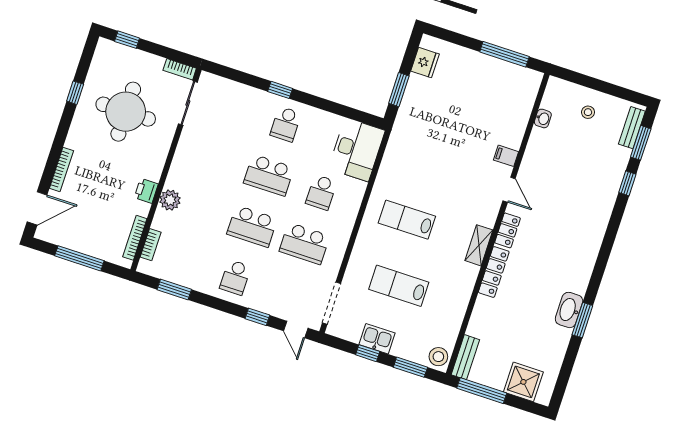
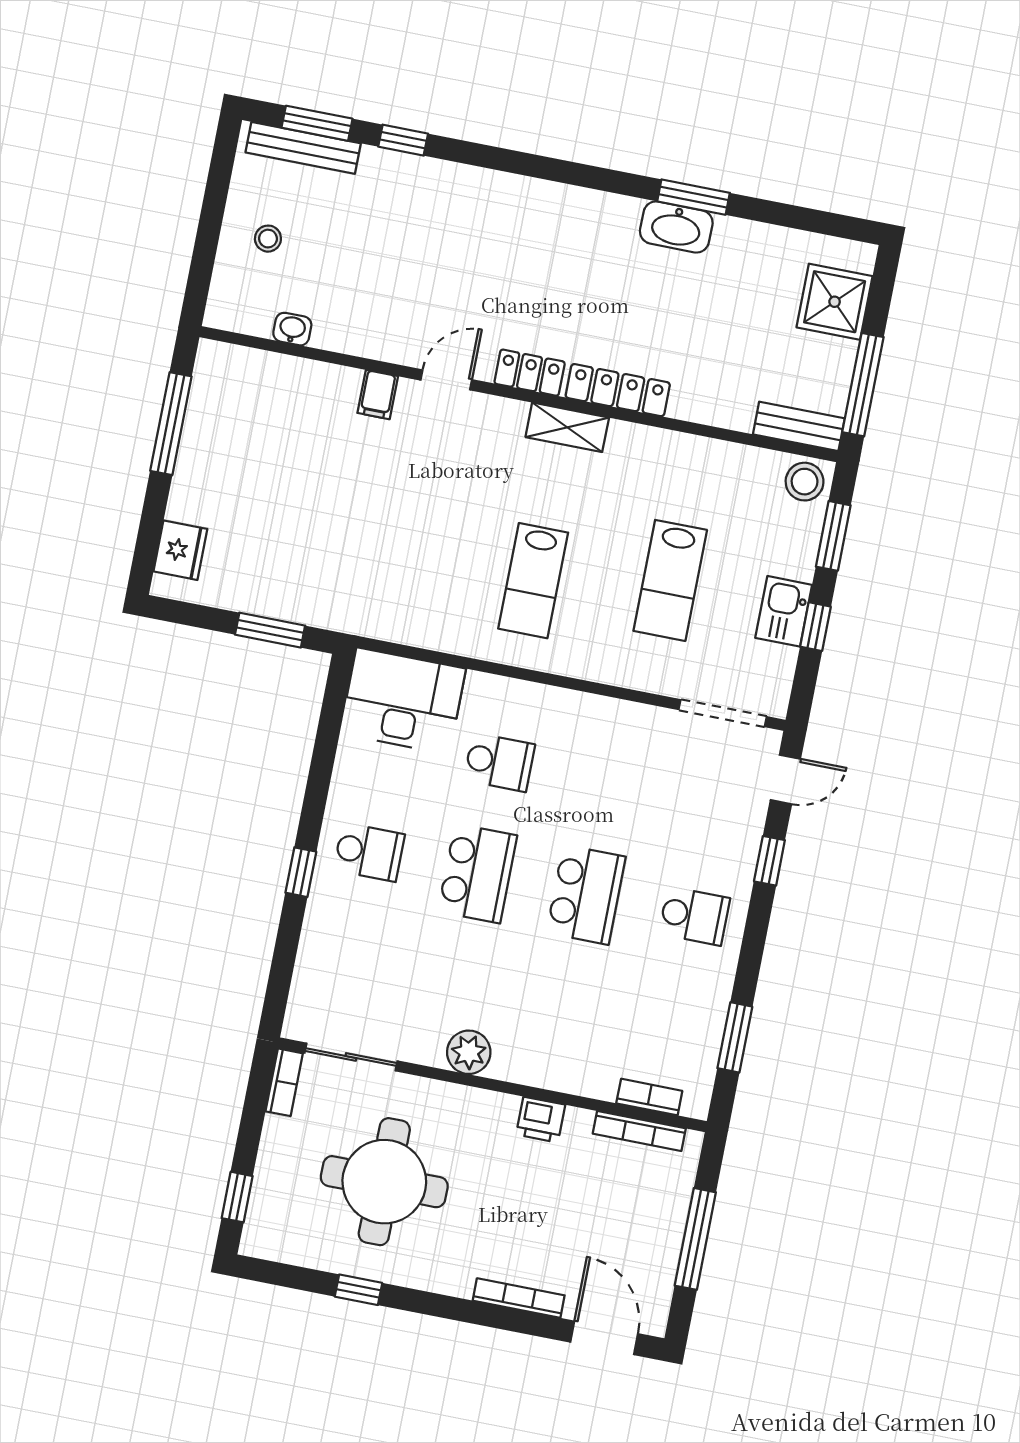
fridge: (425, 63) -> (180, 550), moved, turned 90
bench: (632, 128) -> (303, 148), width x1.36
plant: (170, 200) -> (469, 1052), moved
school desk: (304, 243) -> (608, 783), removed

